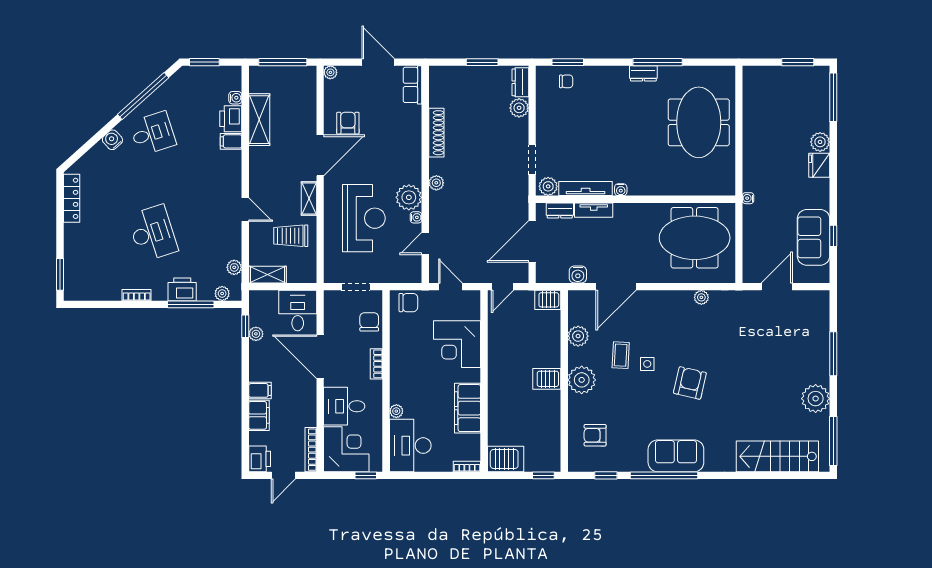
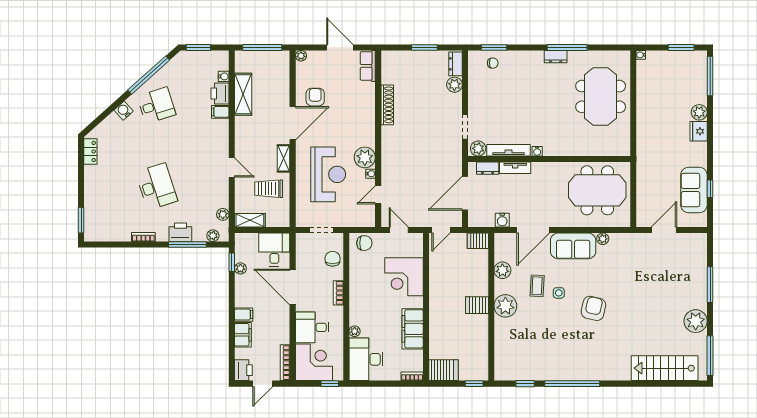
plant: (436, 183) -> (387, 146), removed
locker: (72, 198) -> (90, 151), width x0.66
water cooler: (748, 198) -> (641, 55), moved
armchair: (595, 435) -> (516, 351), removed
sofa: (676, 456) -> (573, 246), moved, turned 180

